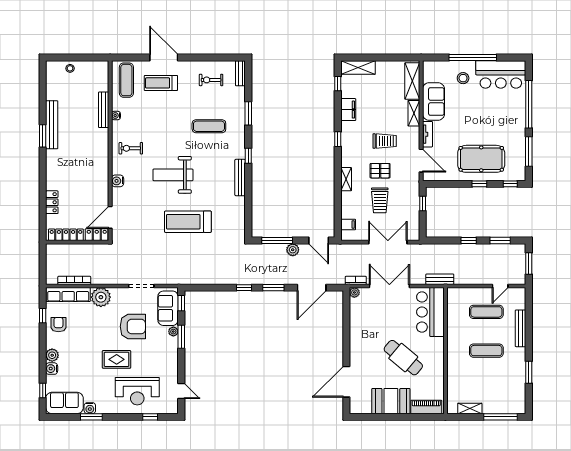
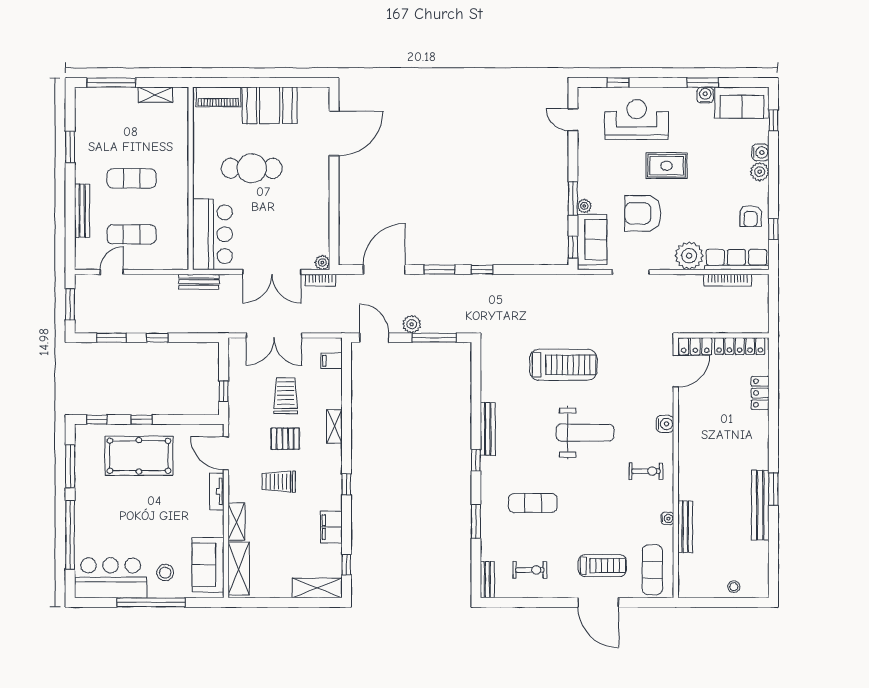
sofa: (433, 102) -> (208, 565), moved
cafe table: (403, 358) -> (252, 168), turned -40

